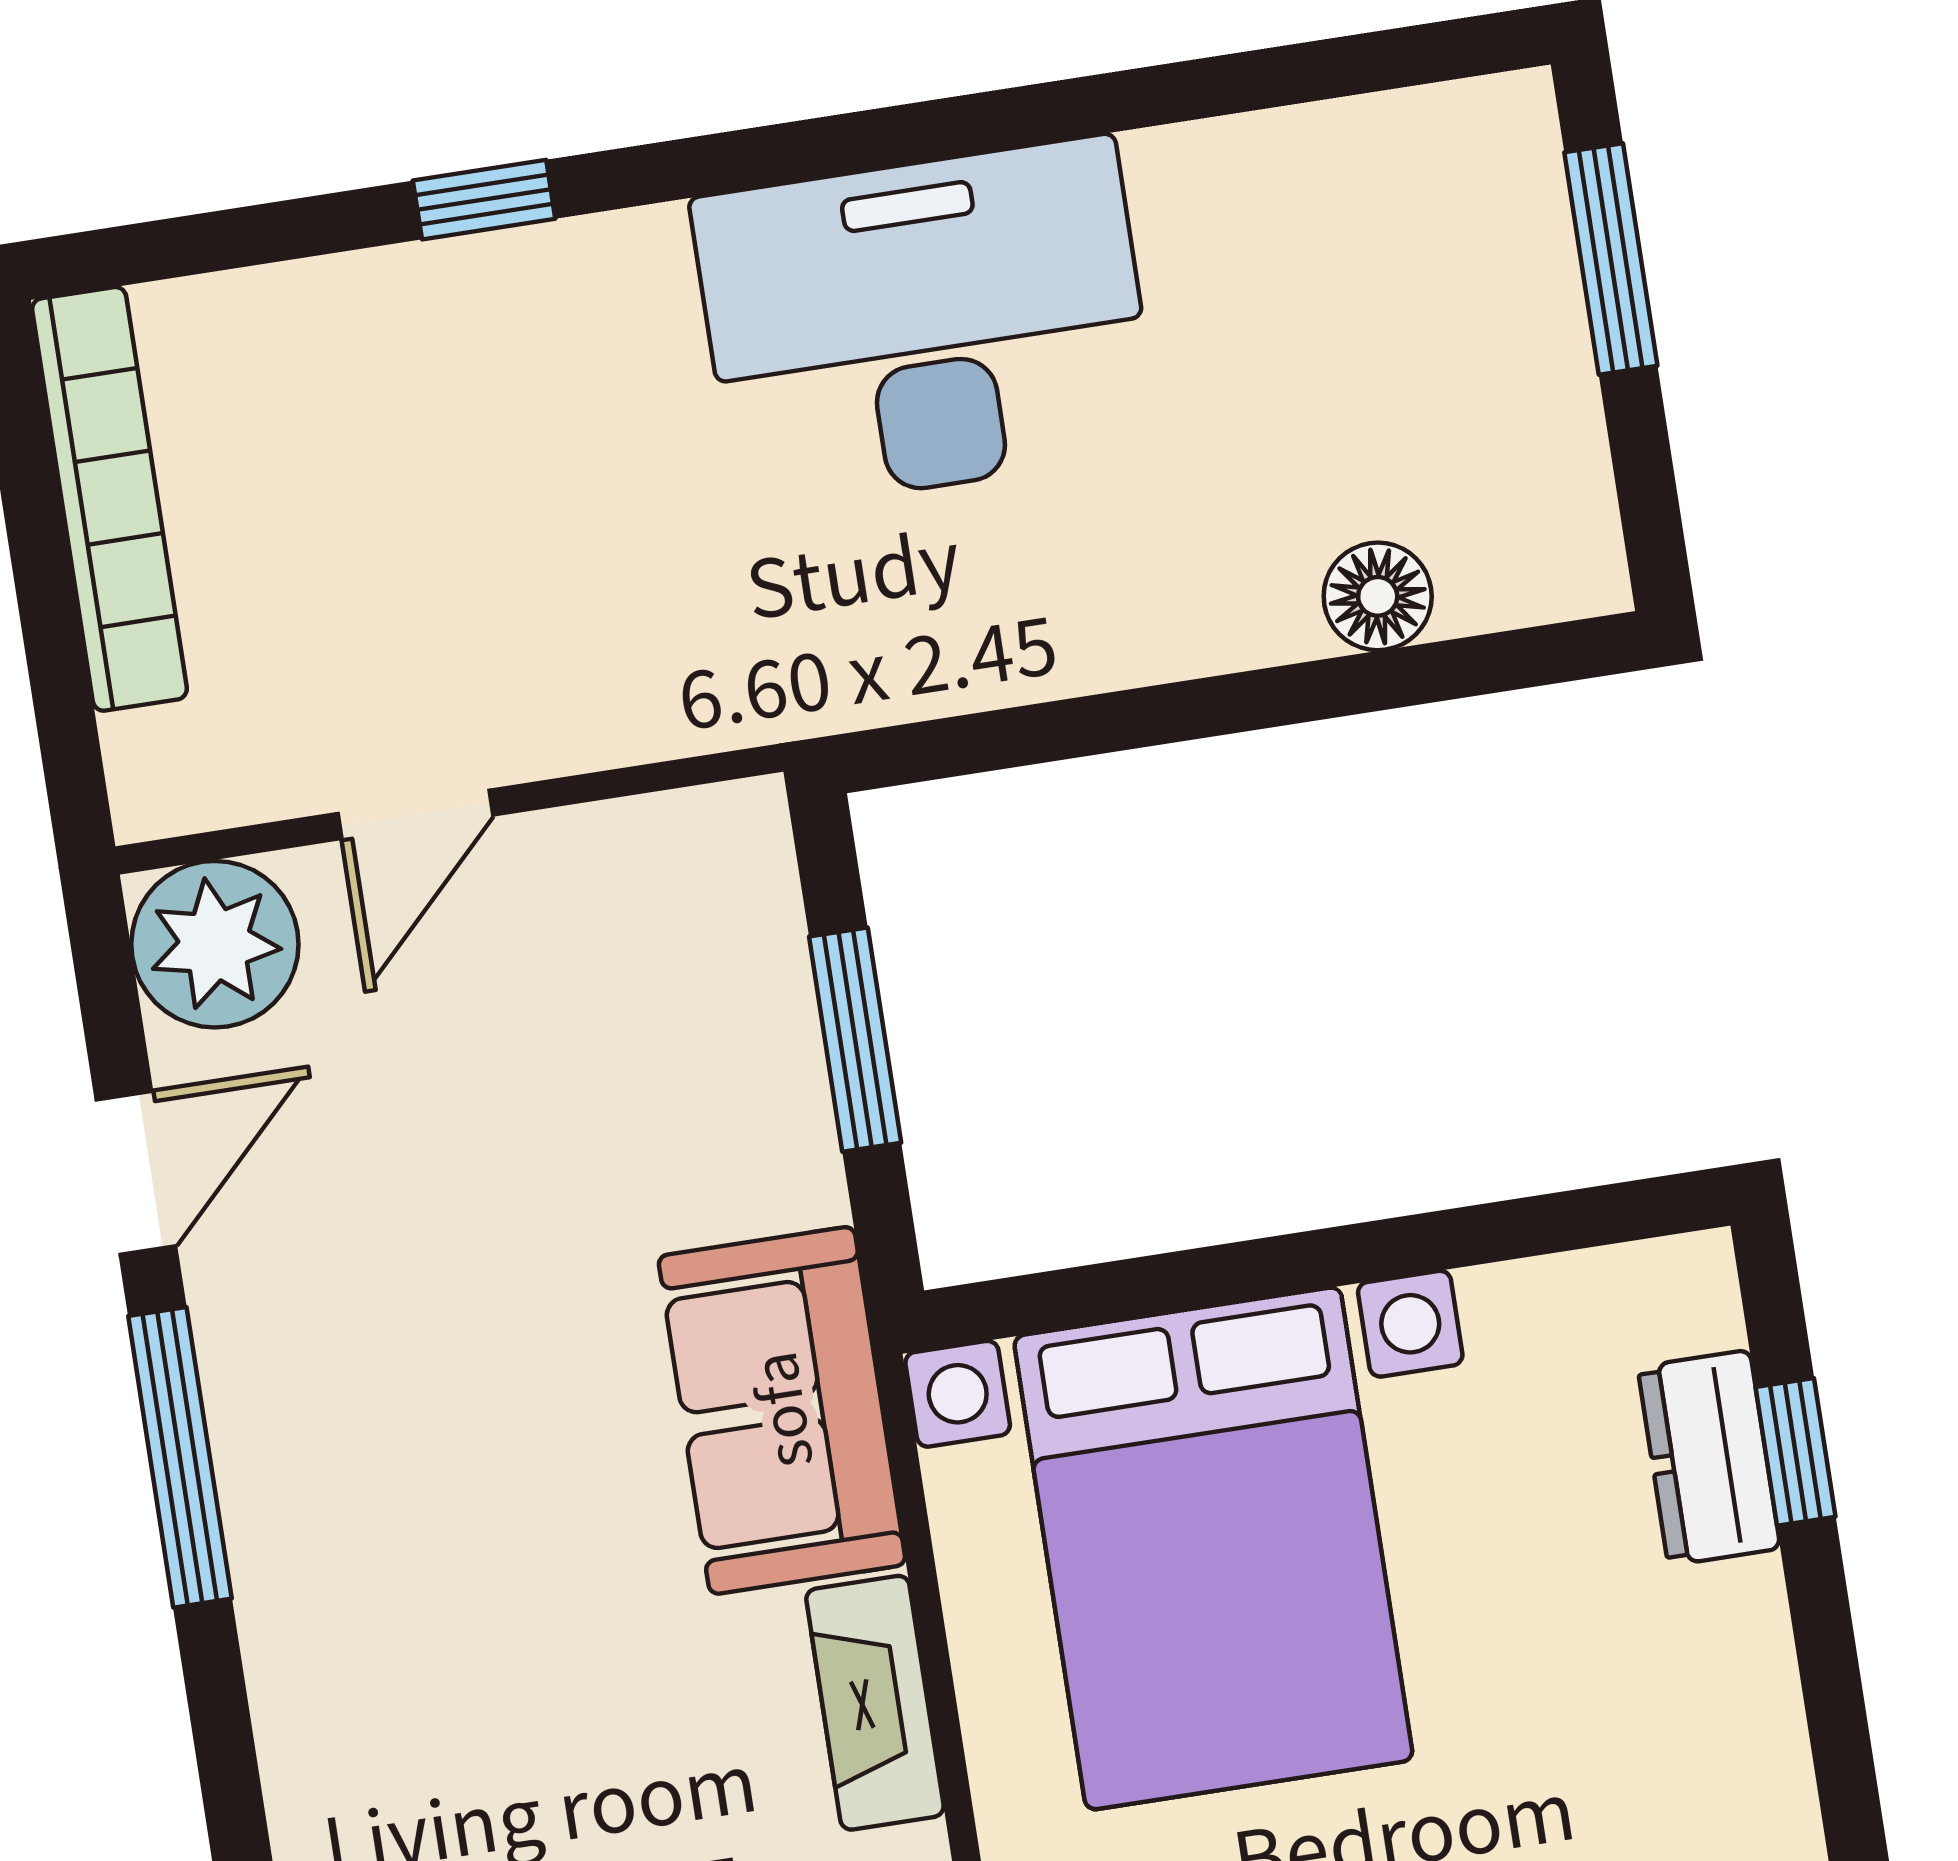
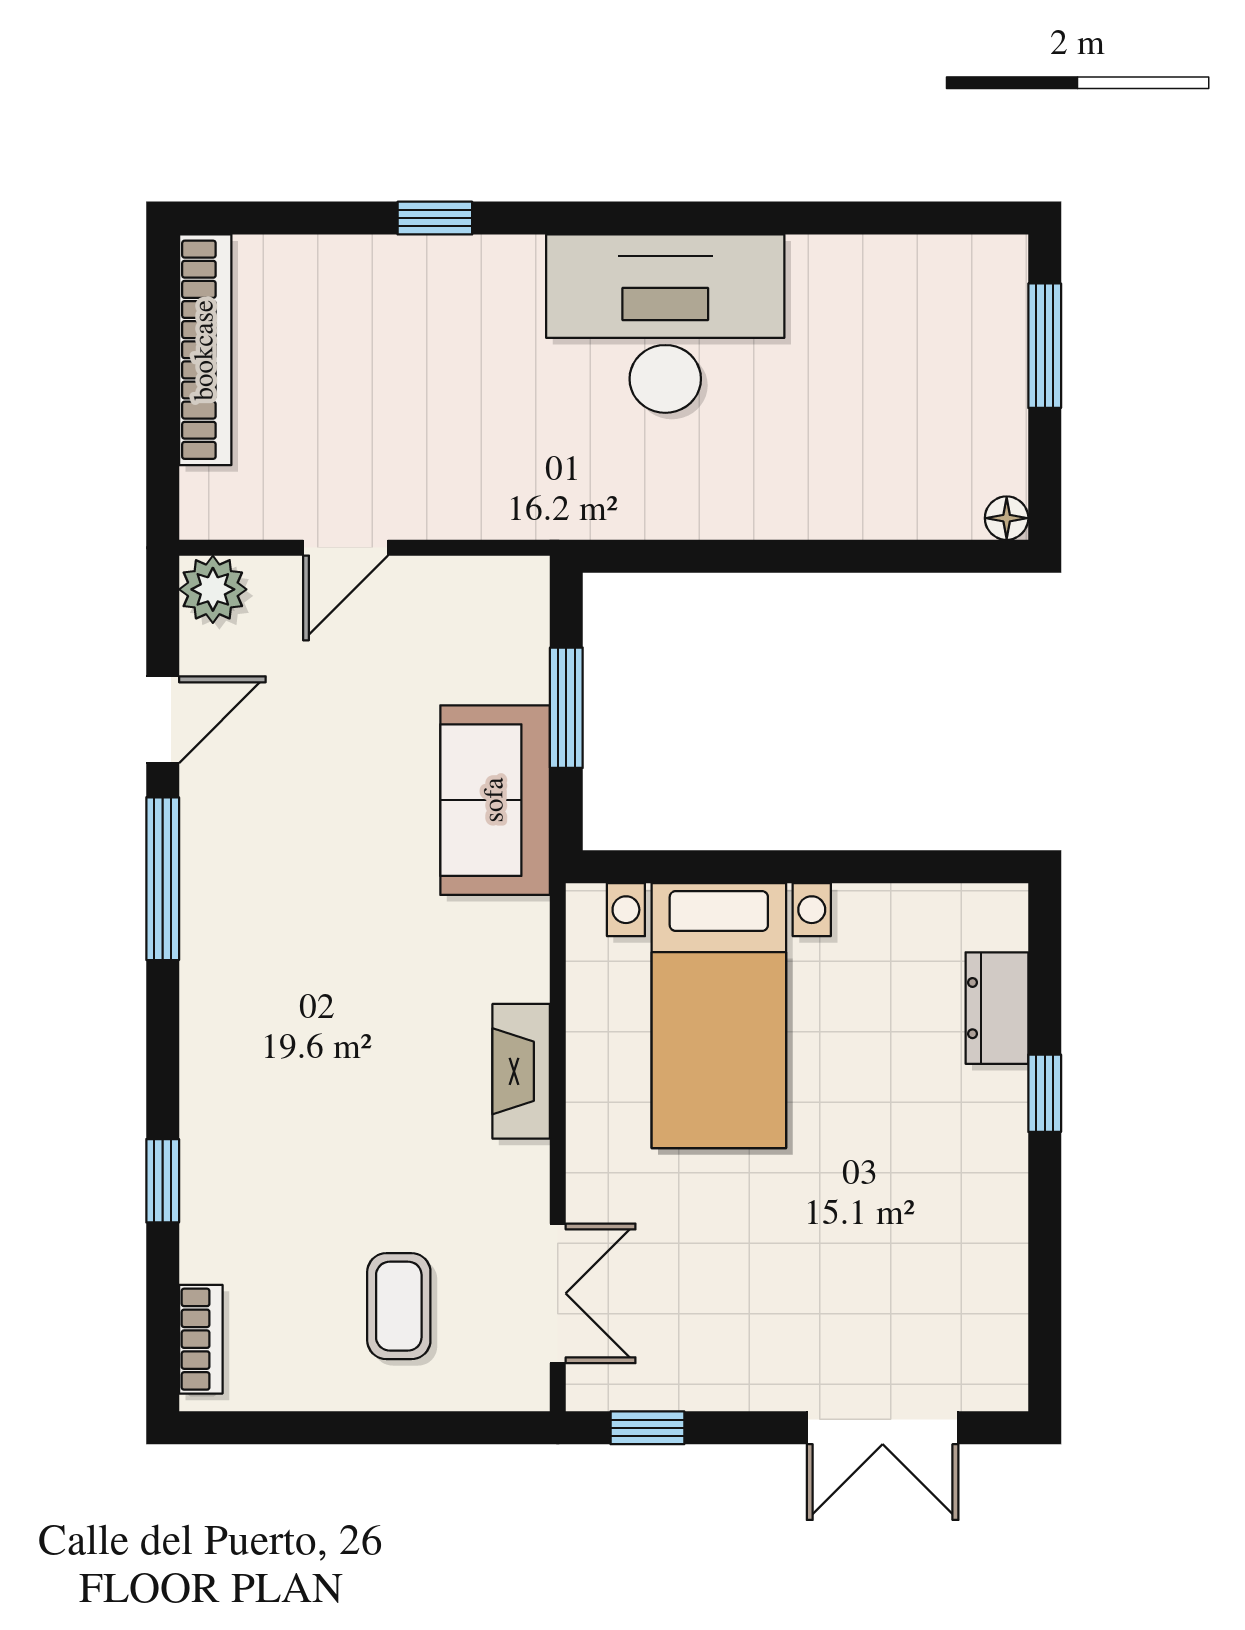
floor lamp: (1378, 596) -> (1007, 518), moved, width x0.73, depth x0.73
plant: (215, 944) -> (213, 589), width x0.73, depth x0.73
sofa: (782, 1410) -> (495, 800), moved
window: (1795, 1452) -> (1045, 1093), moved
bed with nightstands: (1213, 1548) -> (719, 1016), width x0.73

